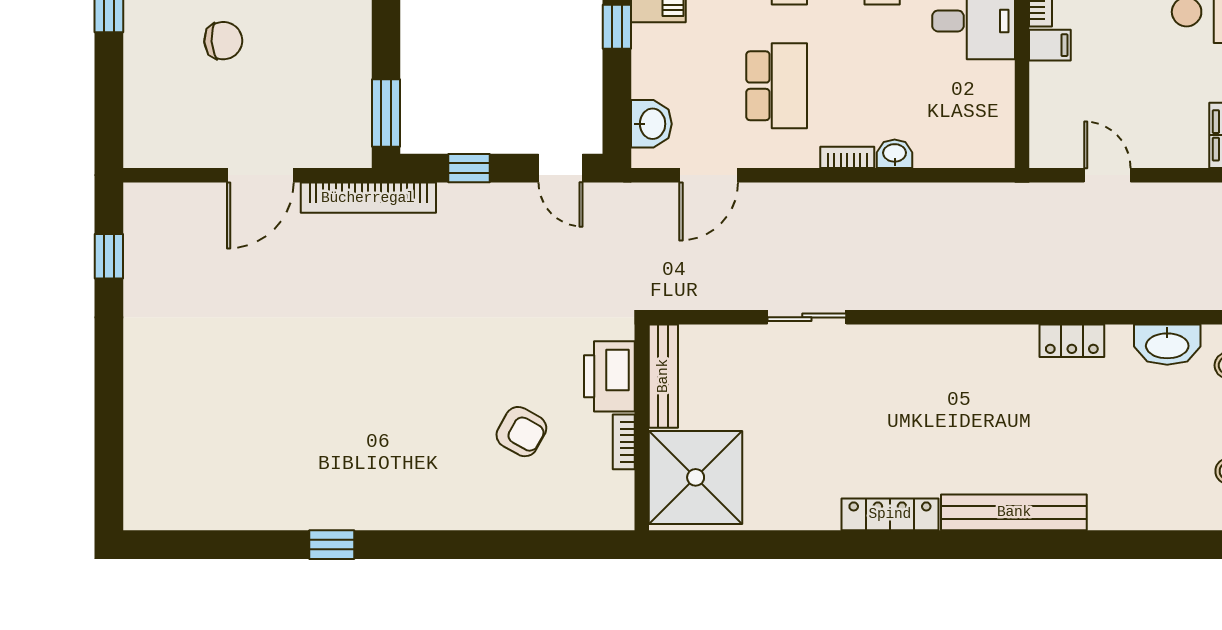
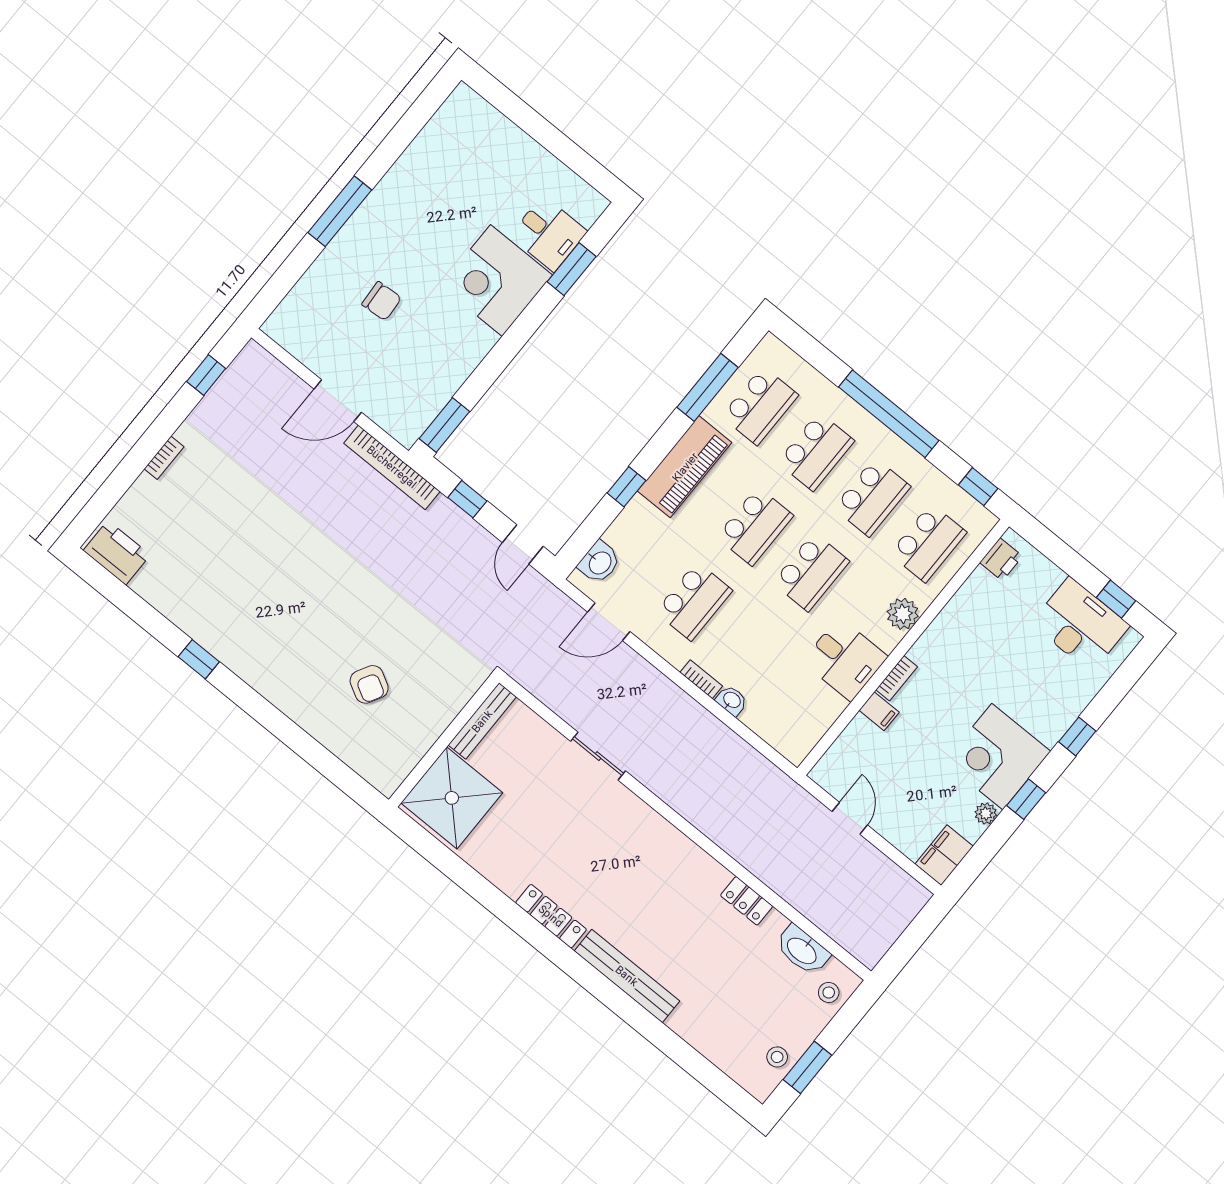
printer: (609, 376) -> (117, 553), moved, turned 90
bookcase: (624, 442) -> (164, 458), moved, turned 180

